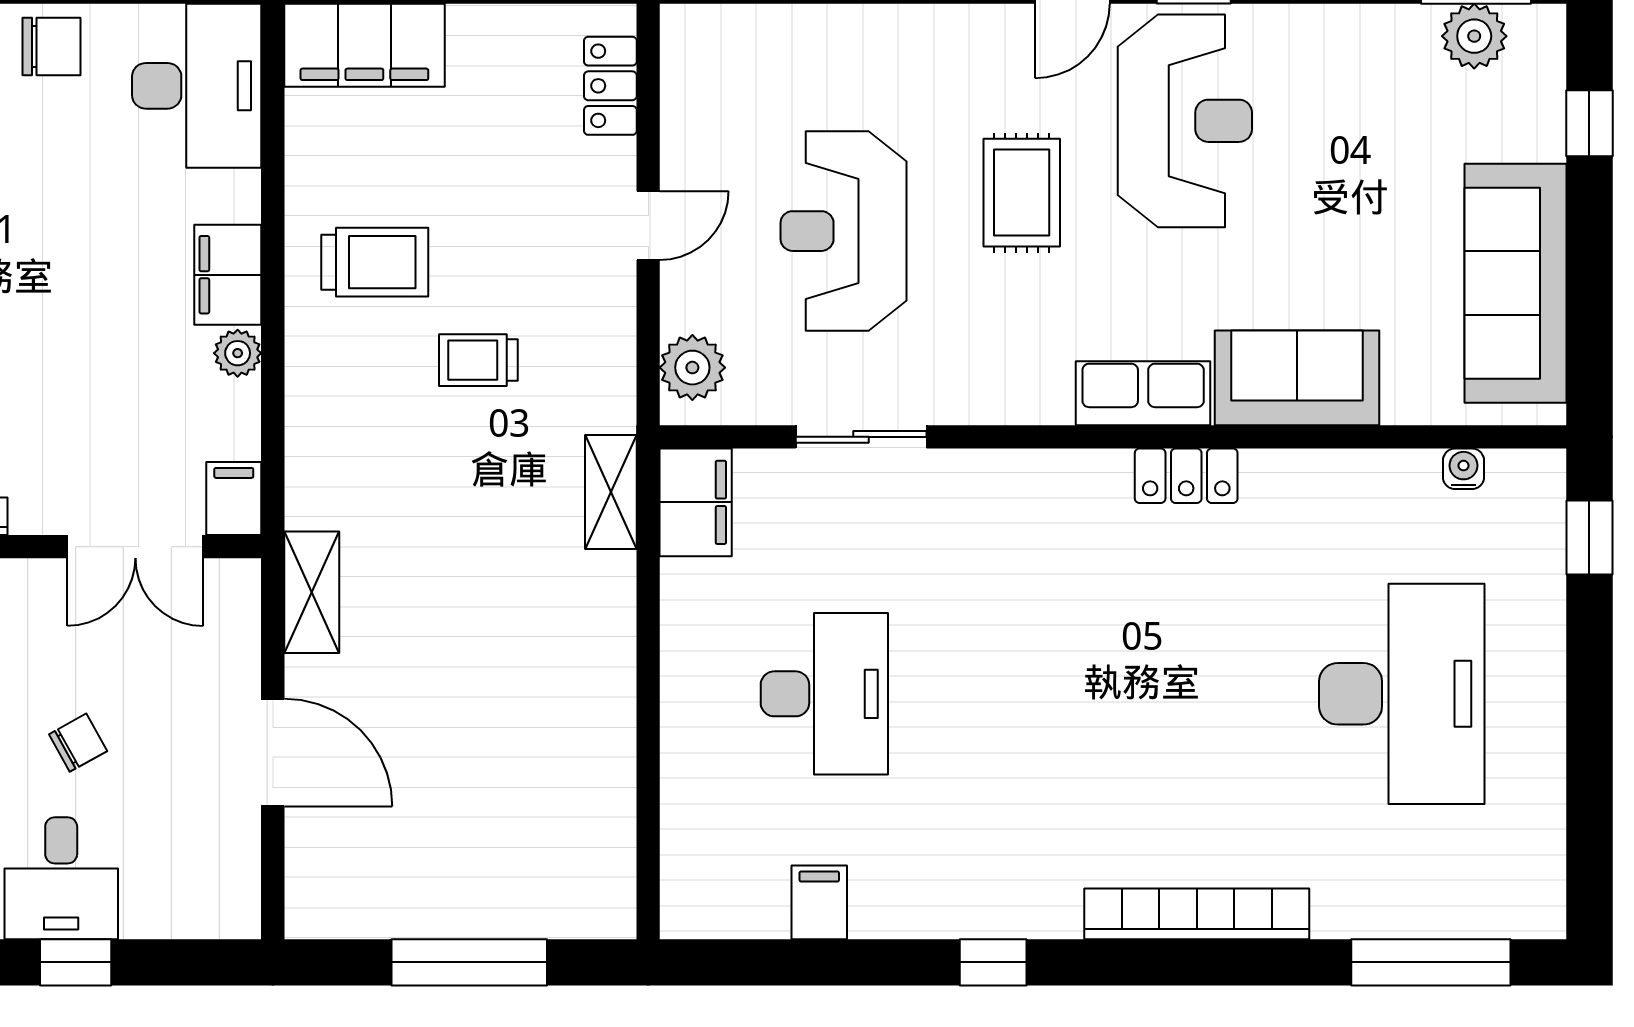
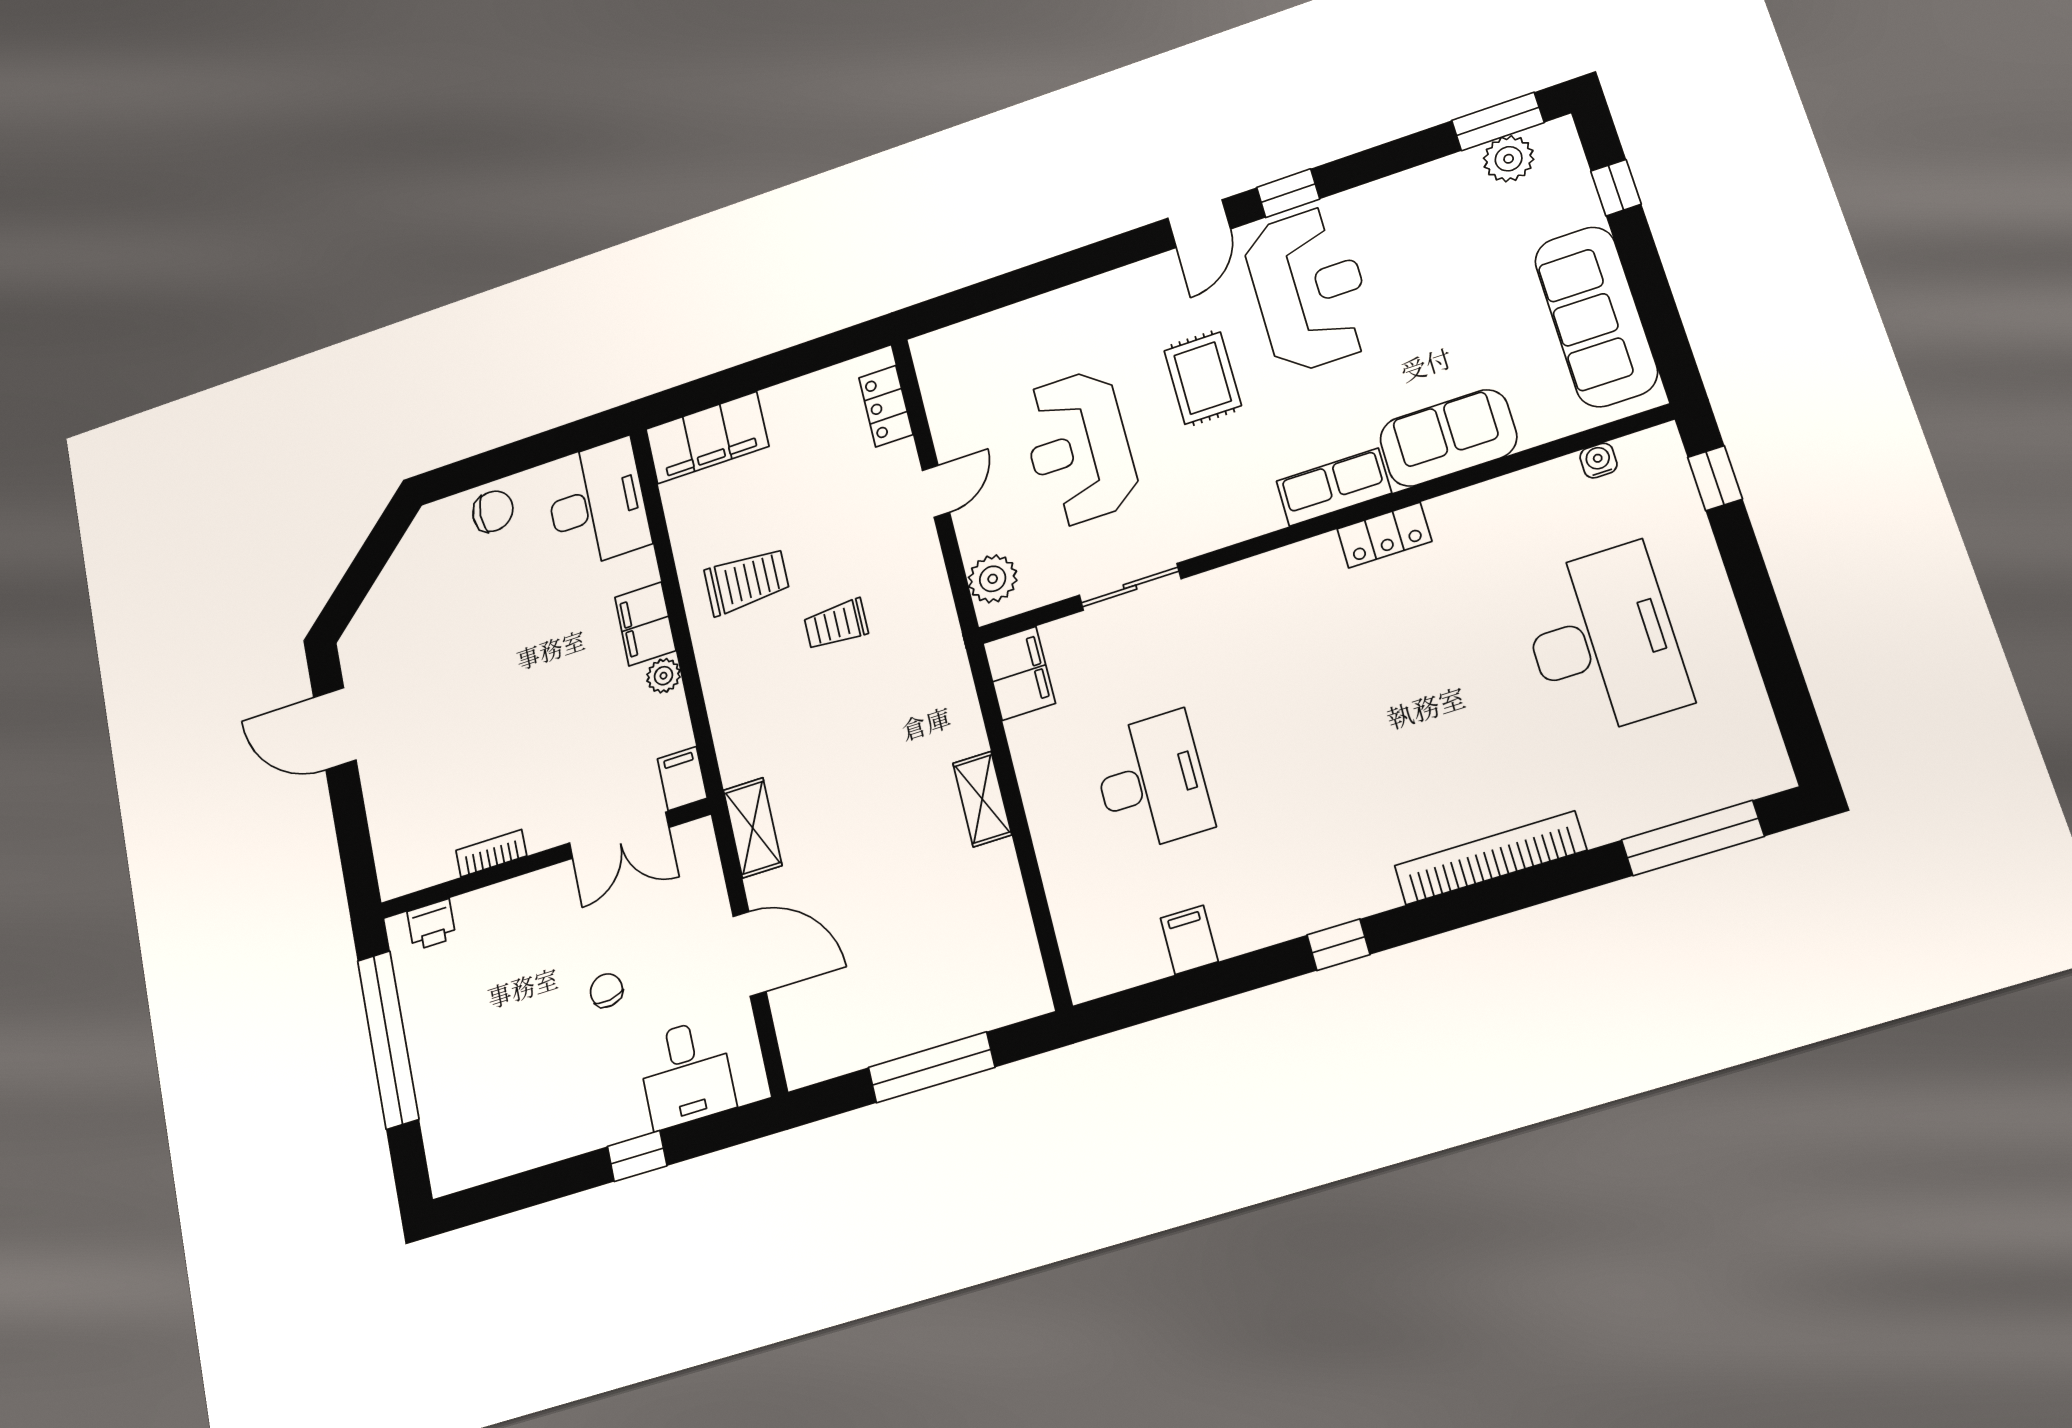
shelving: (611, 492) -> (982, 799), moved
chair: (78, 743) -> (606, 991), turned -70
desk: (61, 878) -> (686, 1073), moved

